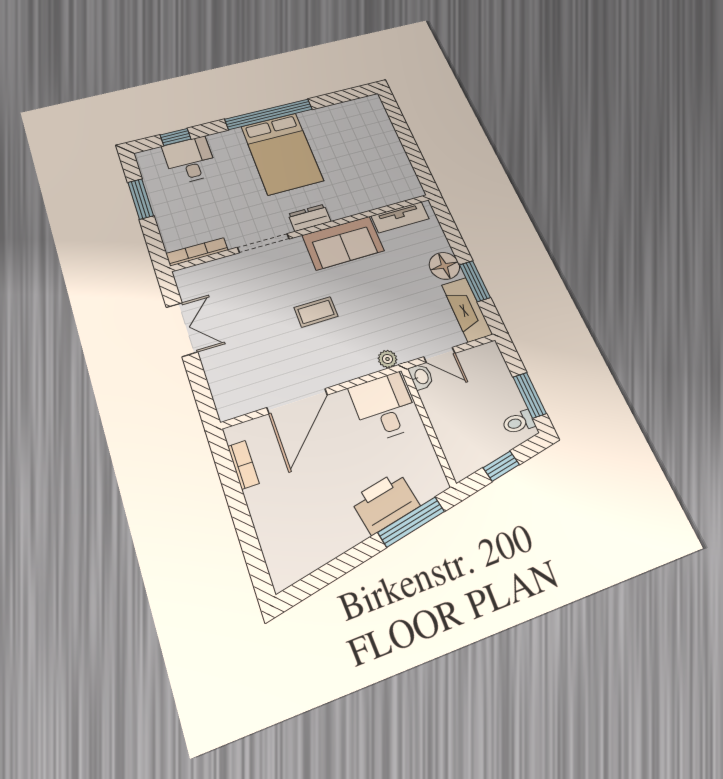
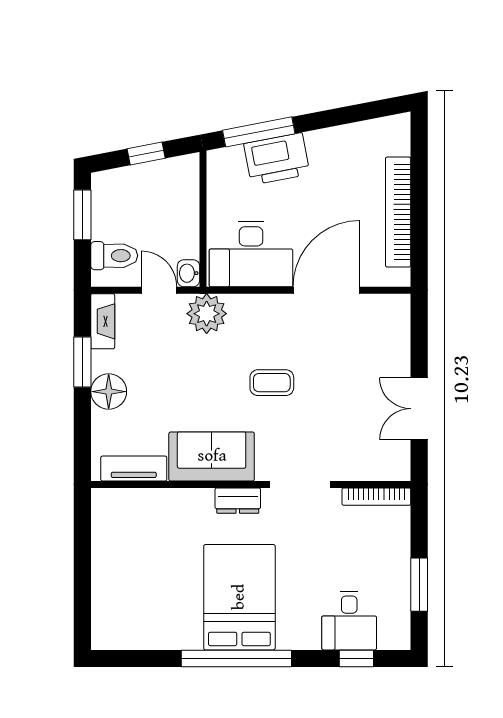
fireplace: (467, 310) -> (103, 321), width x0.73, depth x0.76
plant: (387, 359) -> (207, 314), width x1.87, depth x1.87
desk: (384, 407) -> (251, 254), width x1.37
toilet: (518, 422) -> (114, 256), moved, width x1.37, depth x1.39
bookcase: (243, 465) -> (398, 212), width x2.31, depth x1.31

